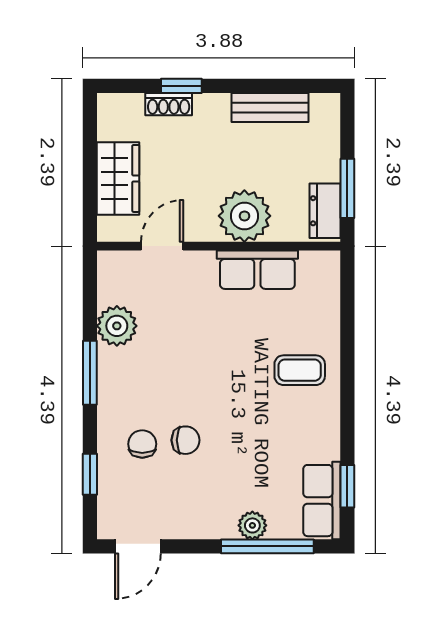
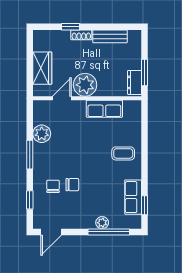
shoe rack: (169, 104) -> (81, 35), moved
plant: (244, 216) -> (85, 85), moved
row of seats: (322, 501) -> (133, 197), moved

